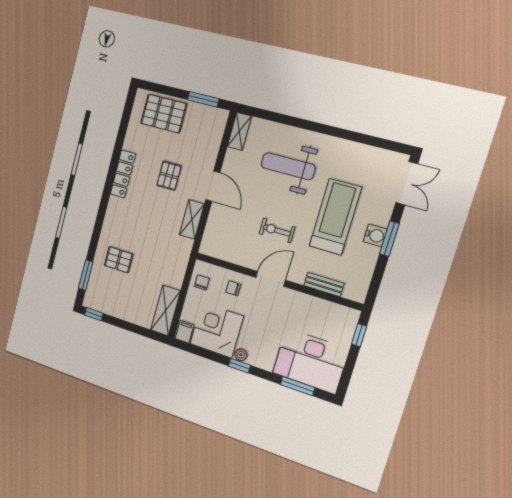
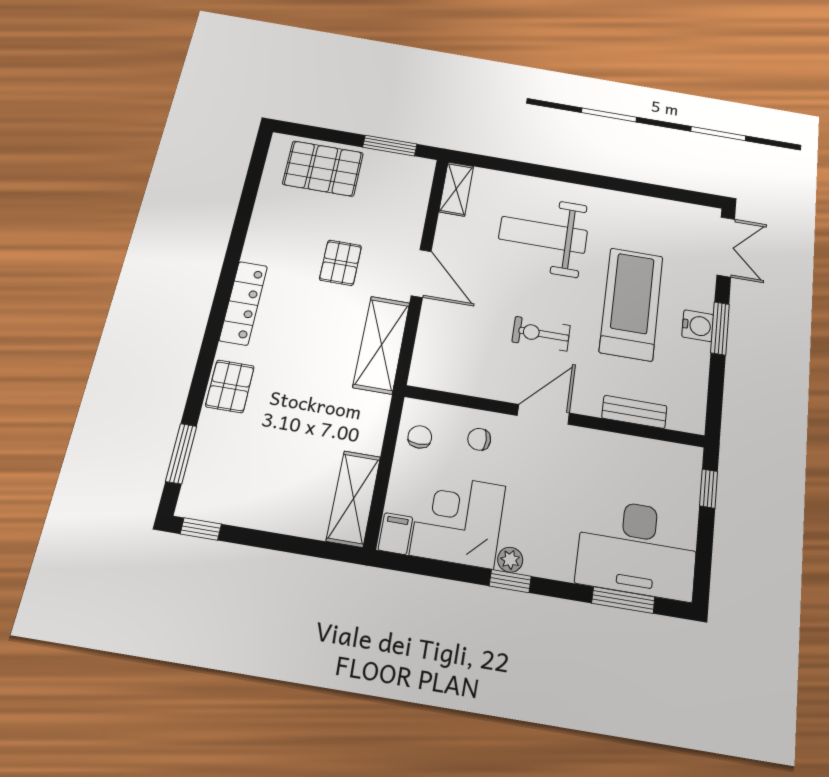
locker: (123, 174) -> (243, 303), moved
shelving: (192, 219) -> (382, 345), width x1.50, depth x1.33
pallet: (119, 260) -> (230, 386), moved, turned 90

